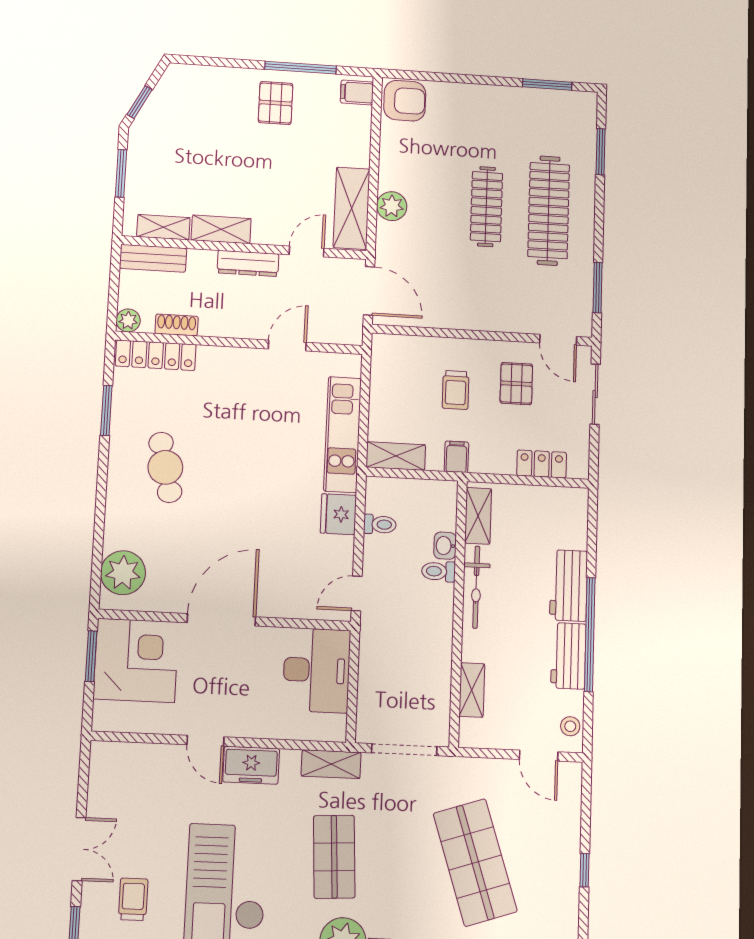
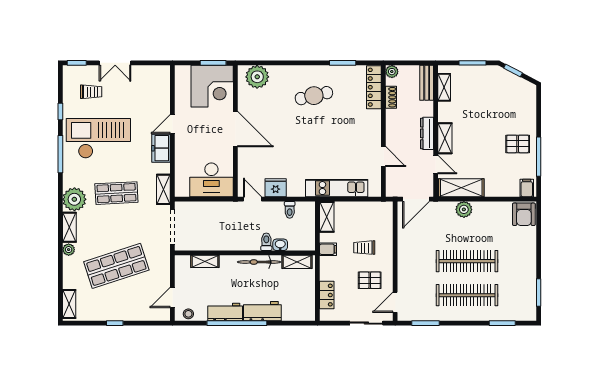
clothes rail: (486, 207) -> (467, 261), width x1.37, depth x1.31
shelving: (221, 229) -> (445, 138), moved
fridge: (338, 514) -> (276, 188), moved

